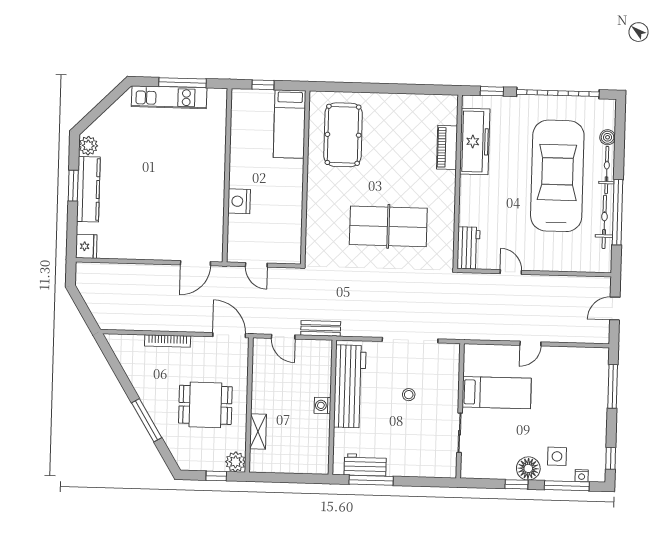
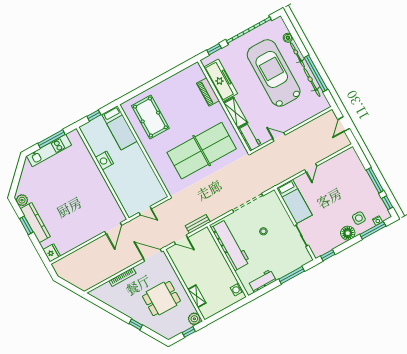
nightstand: (239, 201) -> (104, 161), moved
shelving: (469, 201) -> (235, 113), added
table tennis table: (388, 226) -> (202, 151), width x1.36, depth x1.32
window: (613, 386) -> (375, 180), moved
bed: (497, 393) -> (294, 202), moved, turned 90
washing machine: (323, 405) -> (237, 289), moved
window: (147, 420) -> (136, 324), width x0.46
window: (371, 480) -> (292, 275), moved
window: (517, 484) -> (328, 255), moved

